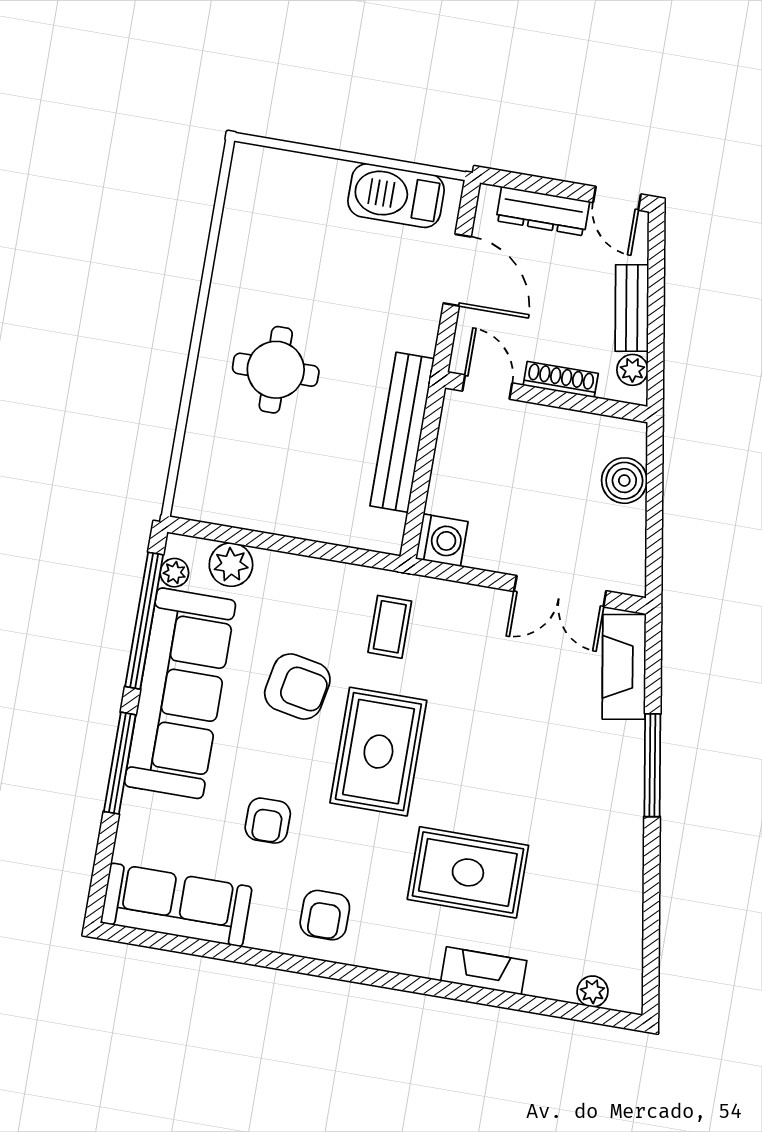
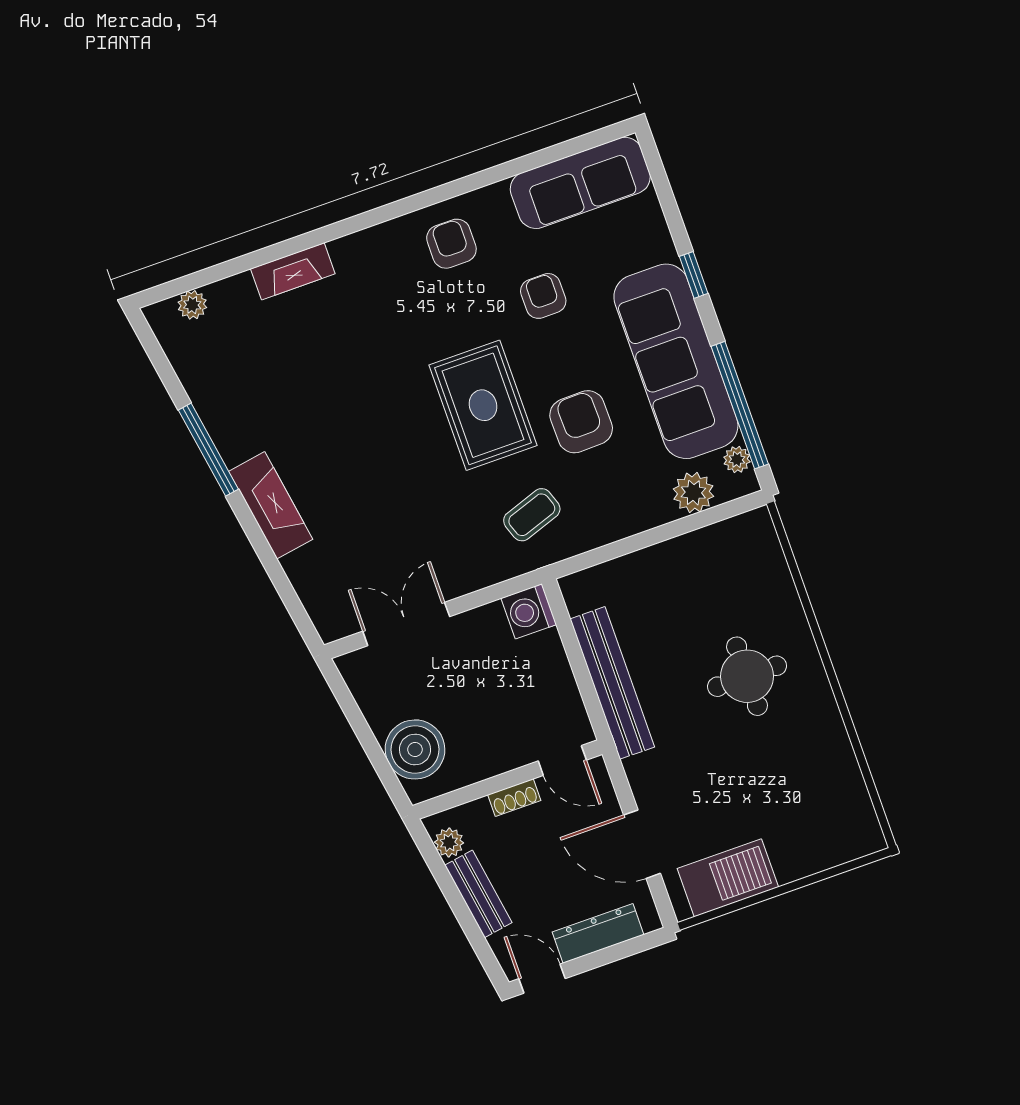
shoe rack: (561, 379) -> (514, 798), width x0.70
boiler: (624, 481) -> (415, 749), width x1.37, depth x1.37
coffee table: (390, 627) -> (532, 515), turned 71
fireplace: (624, 667) -> (271, 505), moved
armchair: (297, 687) -> (581, 422), turned 78
window: (120, 763) -> (694, 275), width x0.46
window: (652, 765) -> (208, 450), moved
rug: (468, 872) -> (352, 346), removed

